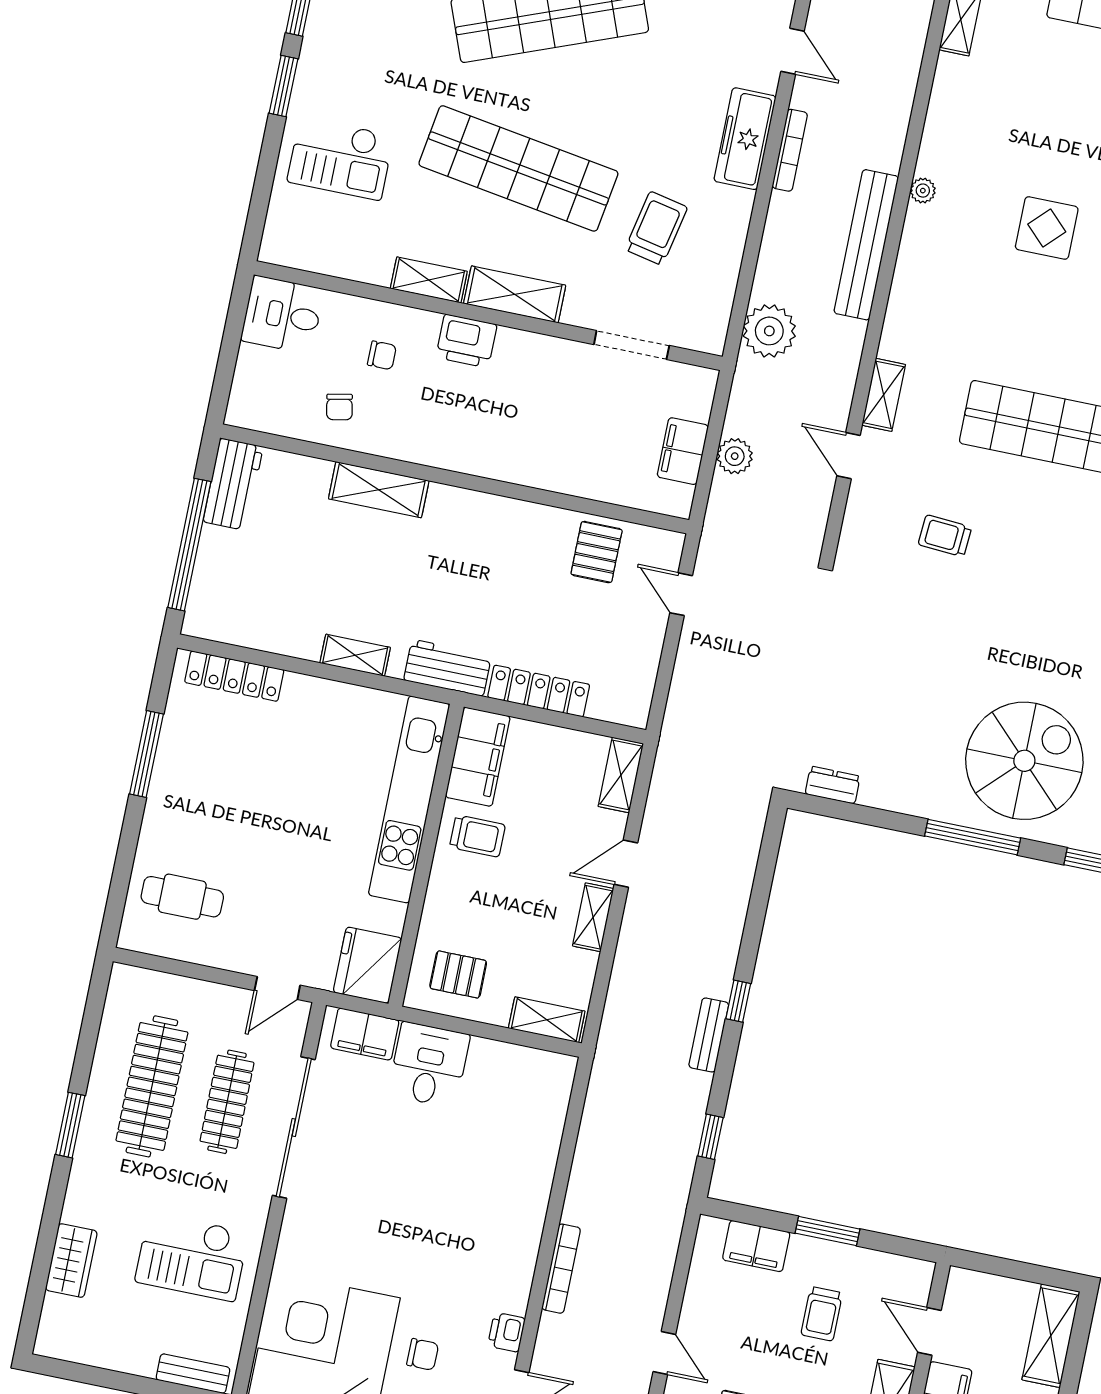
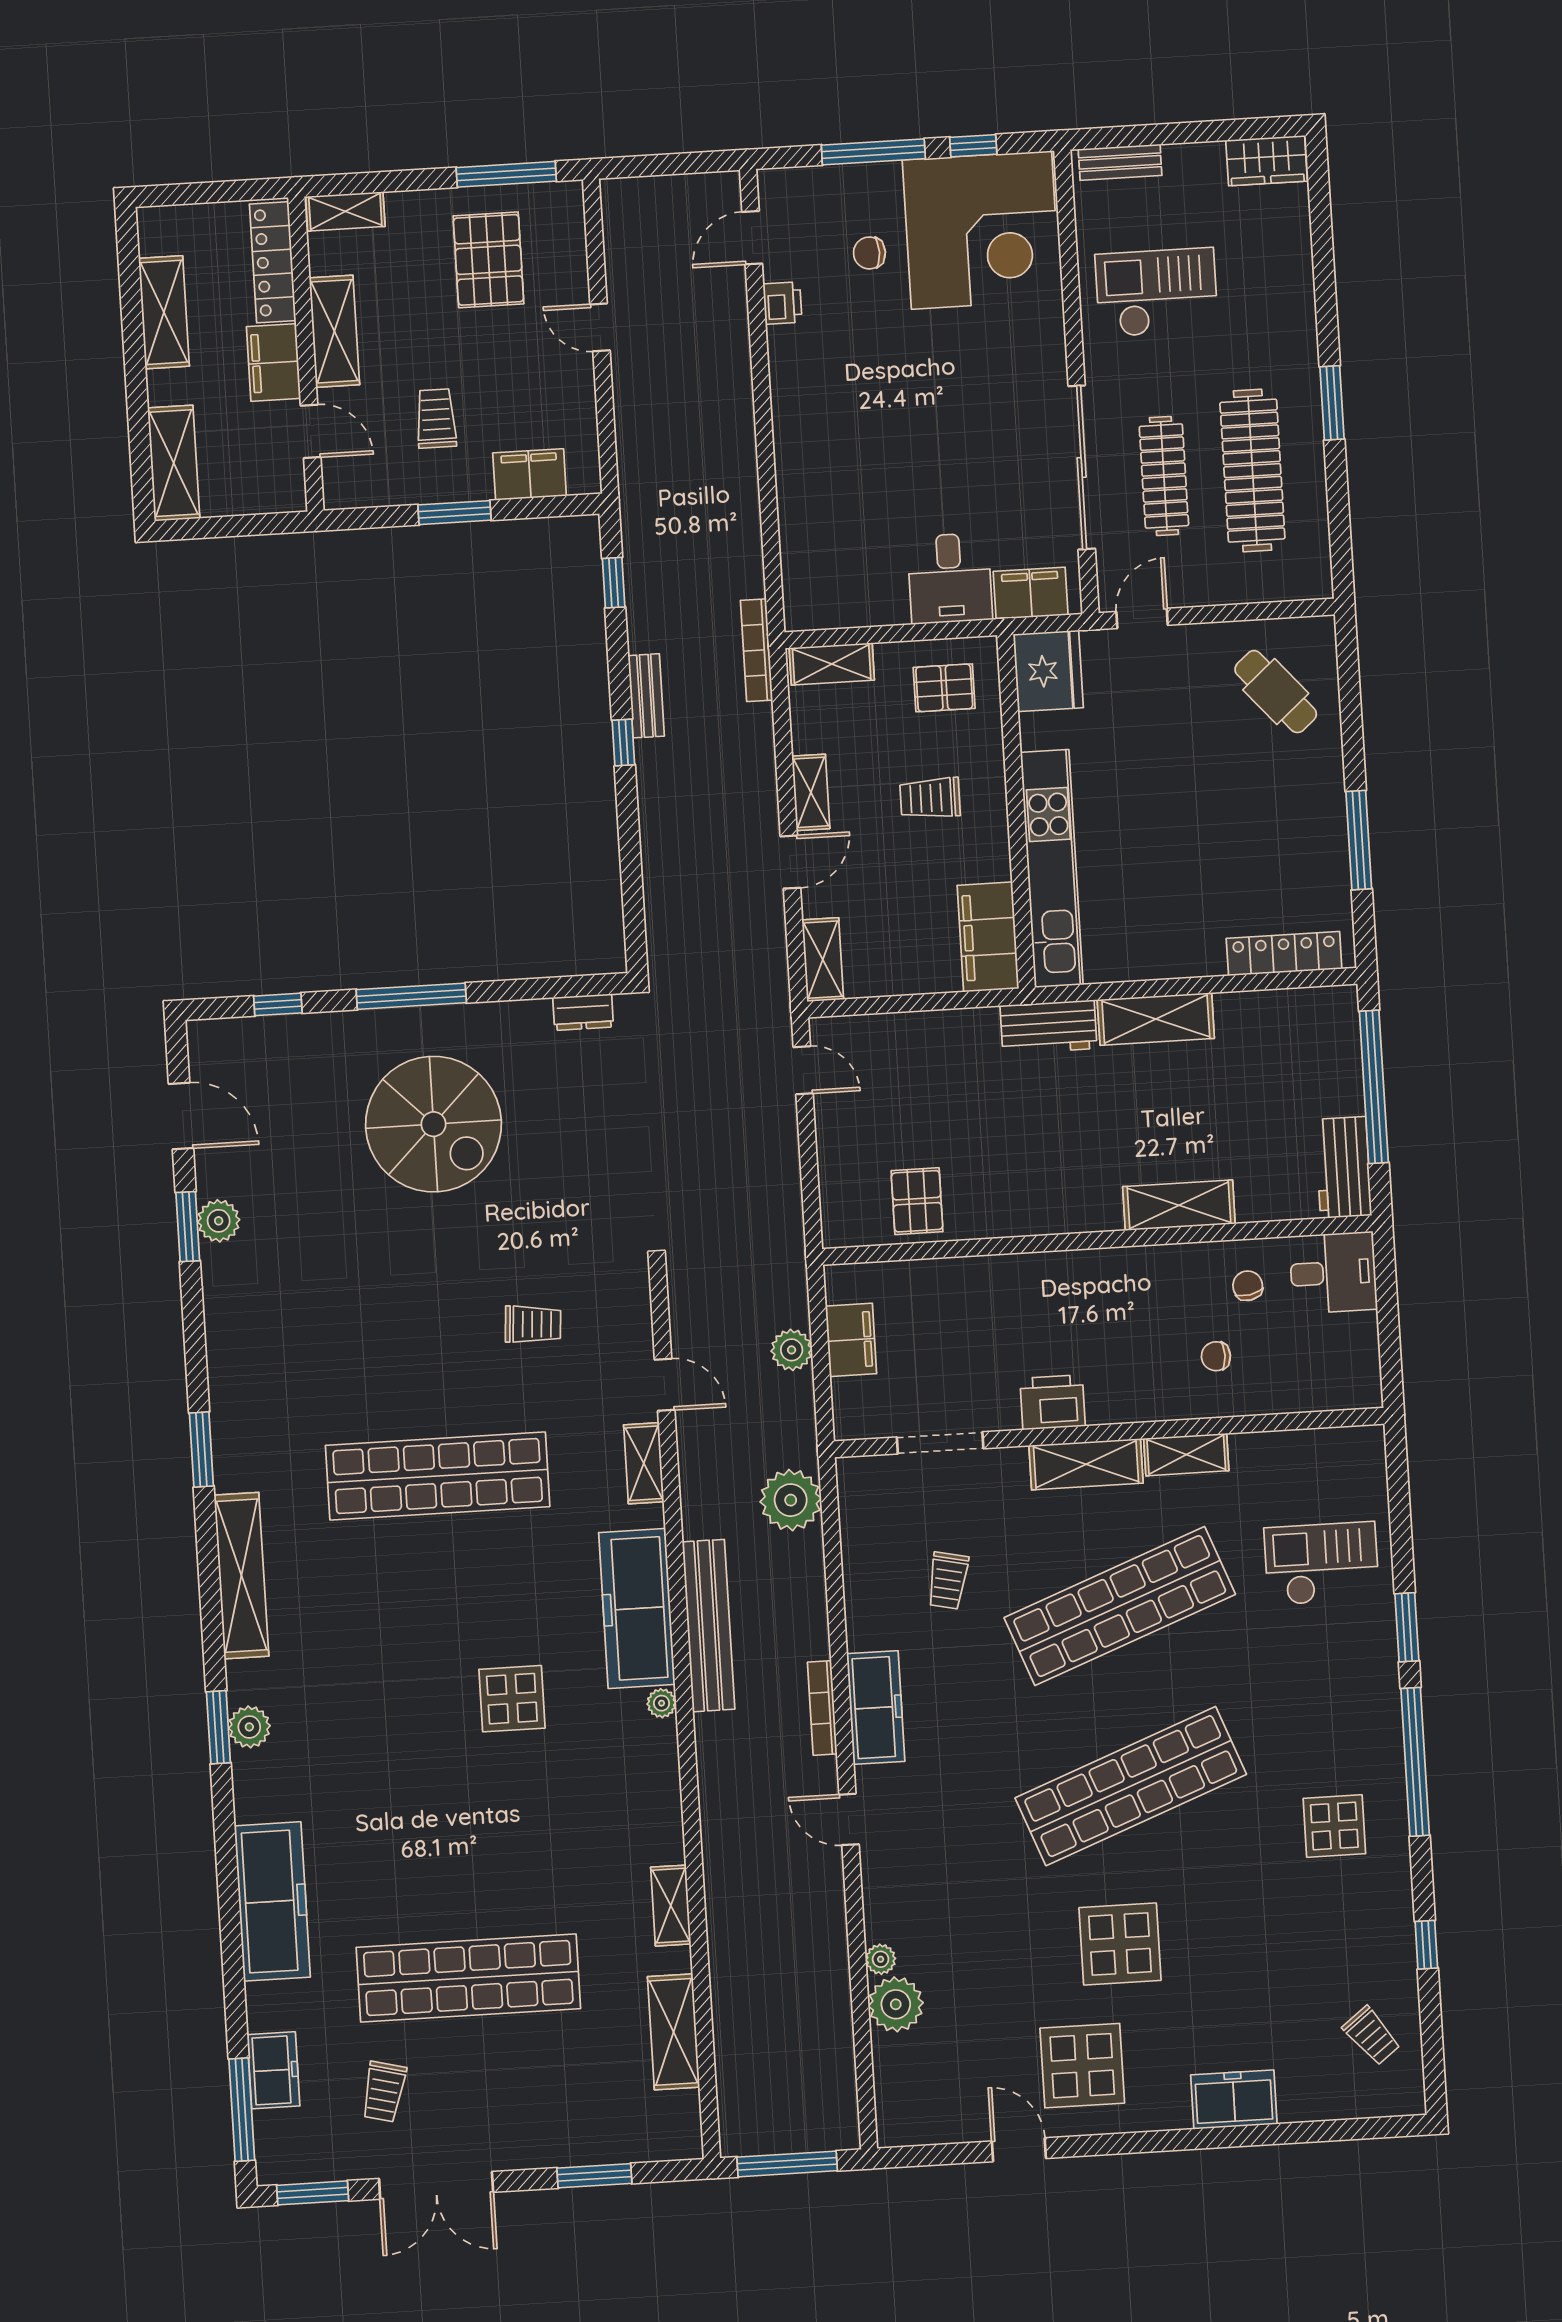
shop shelf: (518, 168) -> (1120, 1606), turned -30
trolley: (656, 228) -> (948, 1581), width x0.73, depth x0.72
freezer: (922, 275) -> (637, 1609), added
desk: (282, 315) -> (1333, 1273), moved
printer: (466, 341) -> (1053, 1402), moved
door: (681, 594) -> (803, 1070), moved
shelving: (355, 655) -> (1156, 1019), width x1.50, depth x1.33
locker: (539, 691) -> (940, 1029), removed
spiral stairs: (1024, 761) -> (434, 1124), moved, turned -90
trolley: (477, 836) -> (930, 798), moved
cafe table: (182, 897) -> (1276, 692), turned 49
wardrobe: (71, 1261) -> (1267, 161), moved, turned -90
bookcase: (561, 1269) -> (757, 650), moved

